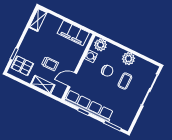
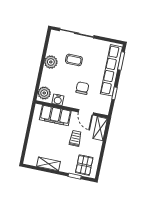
shelving: (38, 20) -> (48, 164), moved
filing cabinet: (73, 33) -> (55, 115), moved, turned 90
chair: (107, 71) -> (82, 88), moved
shelving: (43, 84) -> (100, 129), moved
row of seats: (89, 106) -> (111, 70), moved

